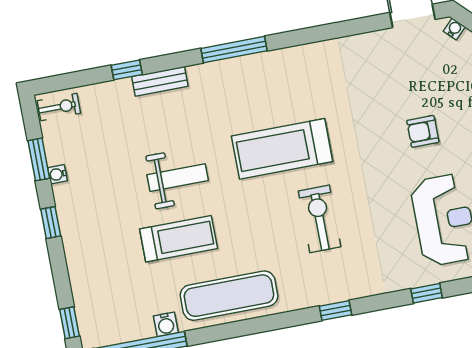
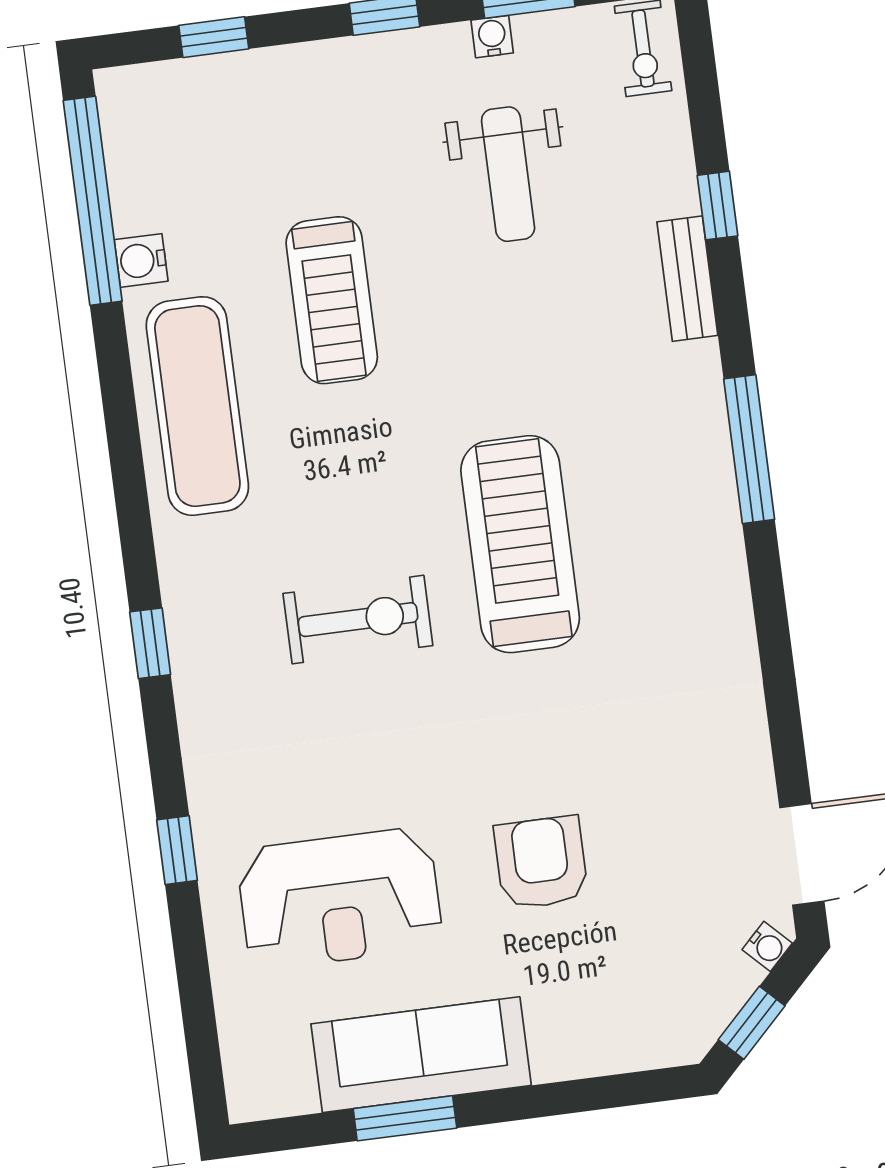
armchair: (423, 131) -> (541, 863), width x1.38, depth x1.38
weight bench: (178, 178) -> (508, 174), moved
window: (70, 323) -> (214, 37), moved

